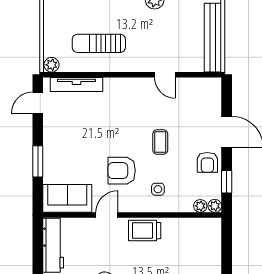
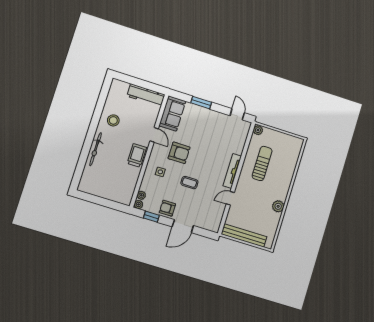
tv unit: (76, 84) -> (232, 171), moved
armchair: (122, 171) -> (179, 153), turned 90

